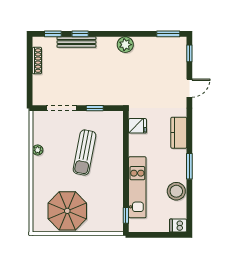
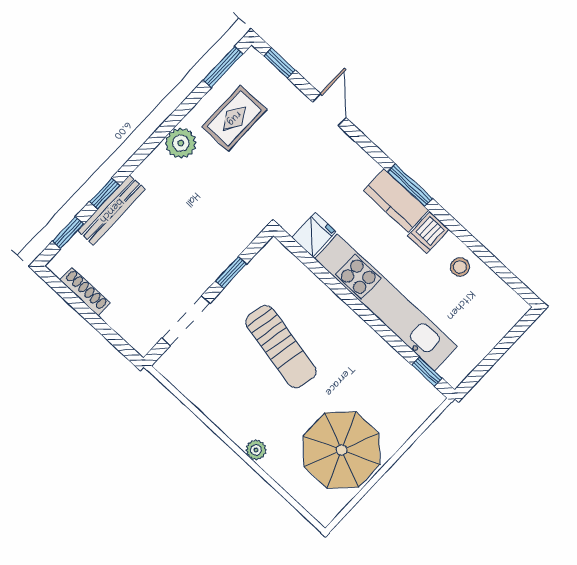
rug: (153, 56) -> (234, 118), added
kitchen counter: (179, 133) -> (396, 200), moved
plant: (38, 150) -> (256, 450), moved
window: (189, 166) -> (410, 185), moved
kitchen unit: (137, 187) -> (386, 303), width x1.36
stool: (176, 191) -> (460, 267), width x0.53, depth x0.53
dishwasher: (178, 226) -> (428, 233), moved

